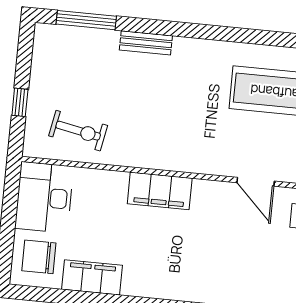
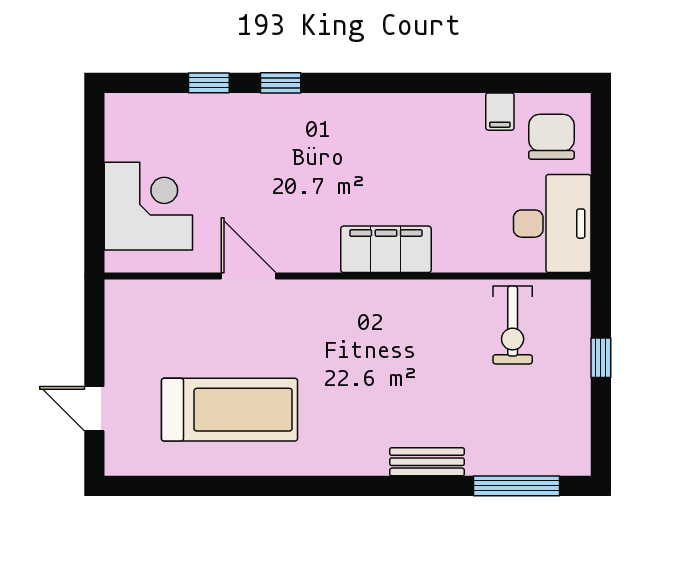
exercise bike: (78, 131) -> (513, 325), turned -101
chair: (39, 257) -> (551, 137), turned -90
filing cabinet: (92, 277) -> (500, 112), width x0.33, depth x0.86

